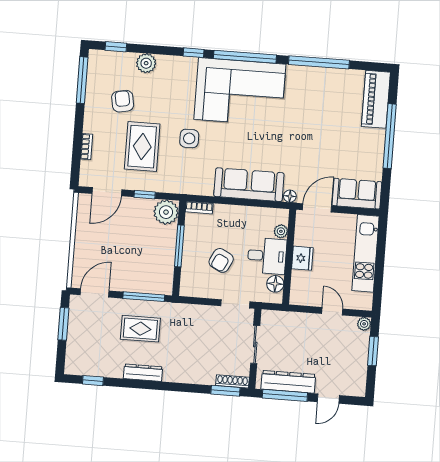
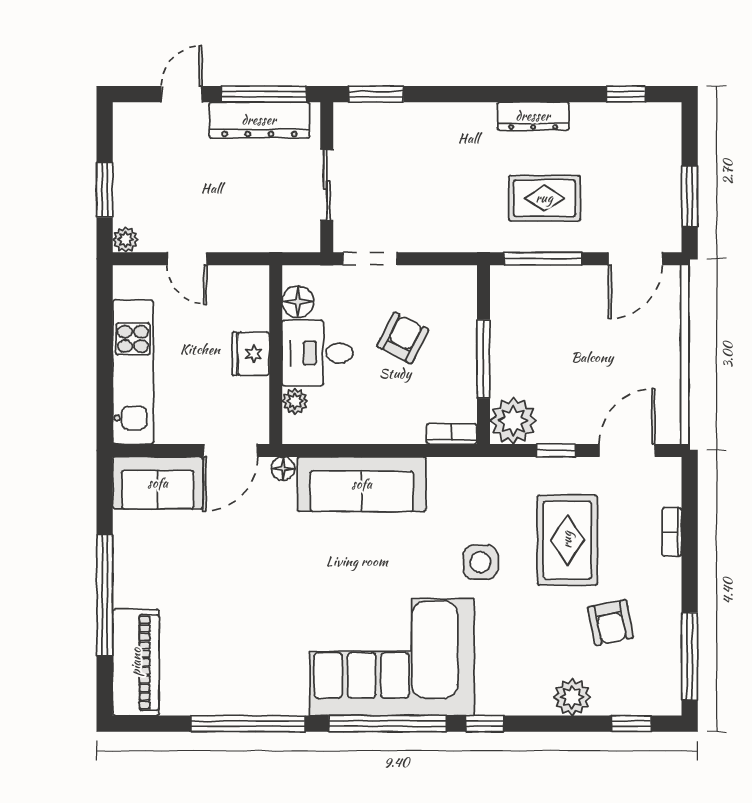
shoe rack: (232, 381) -> (364, 113), removed

